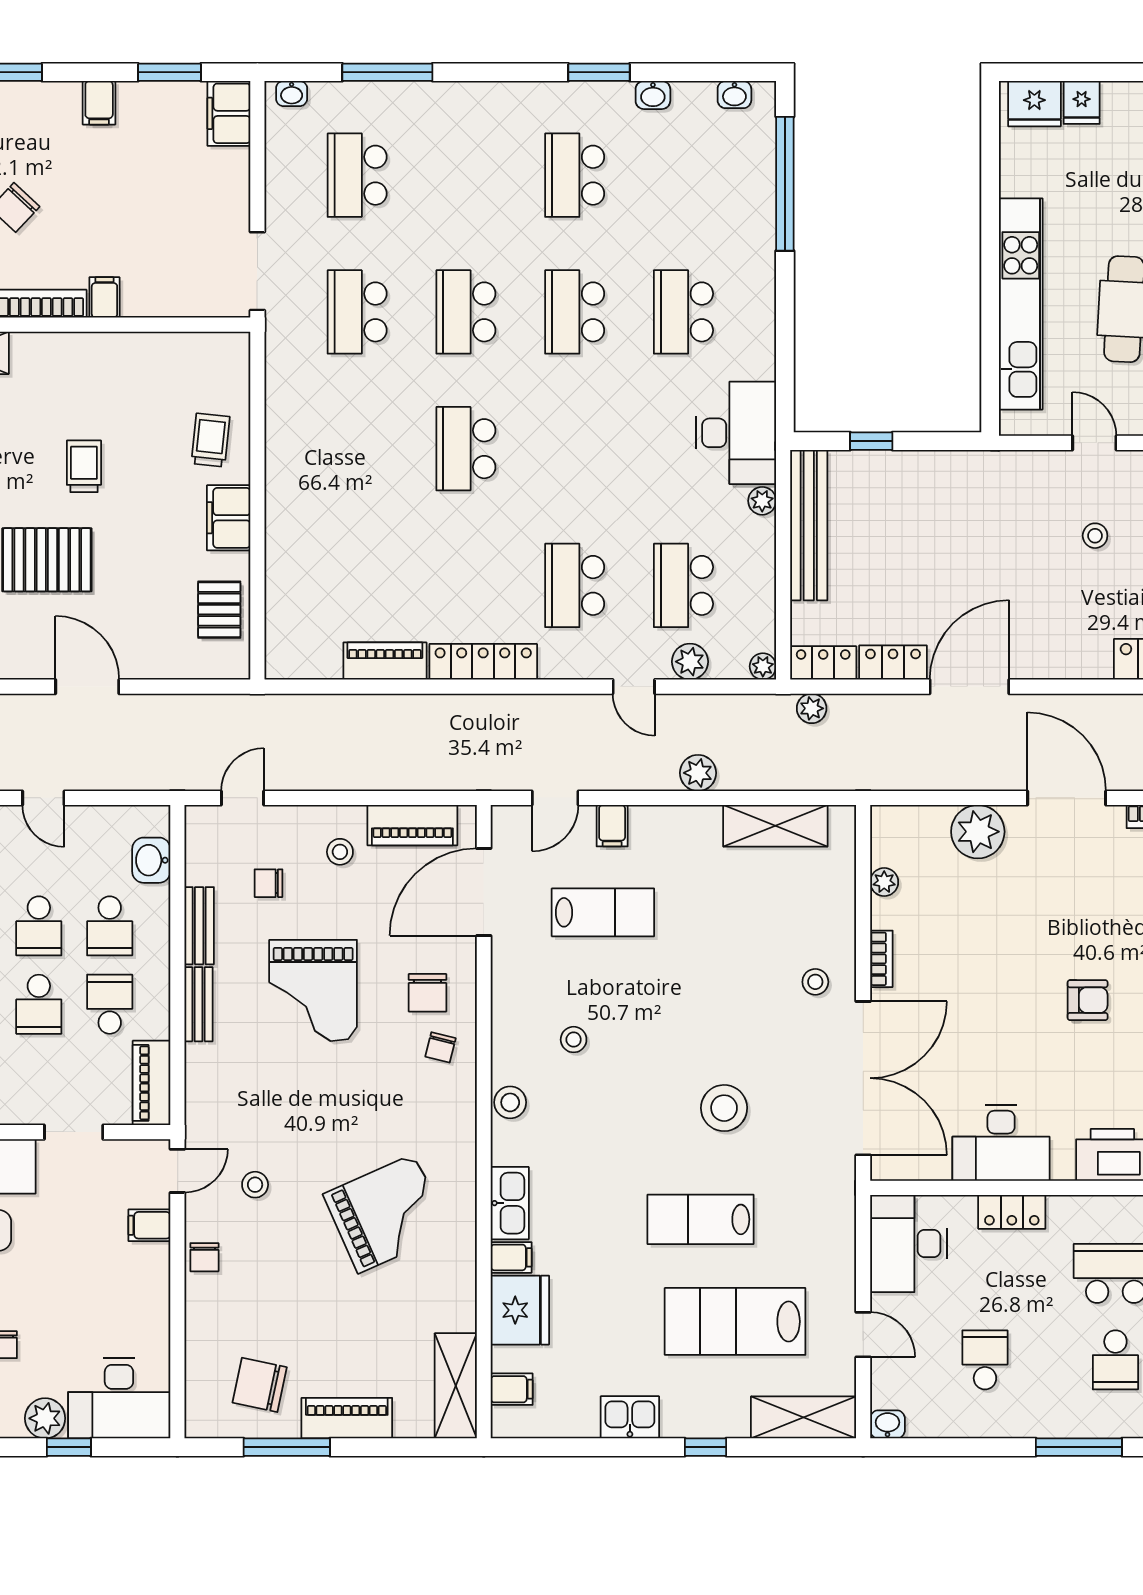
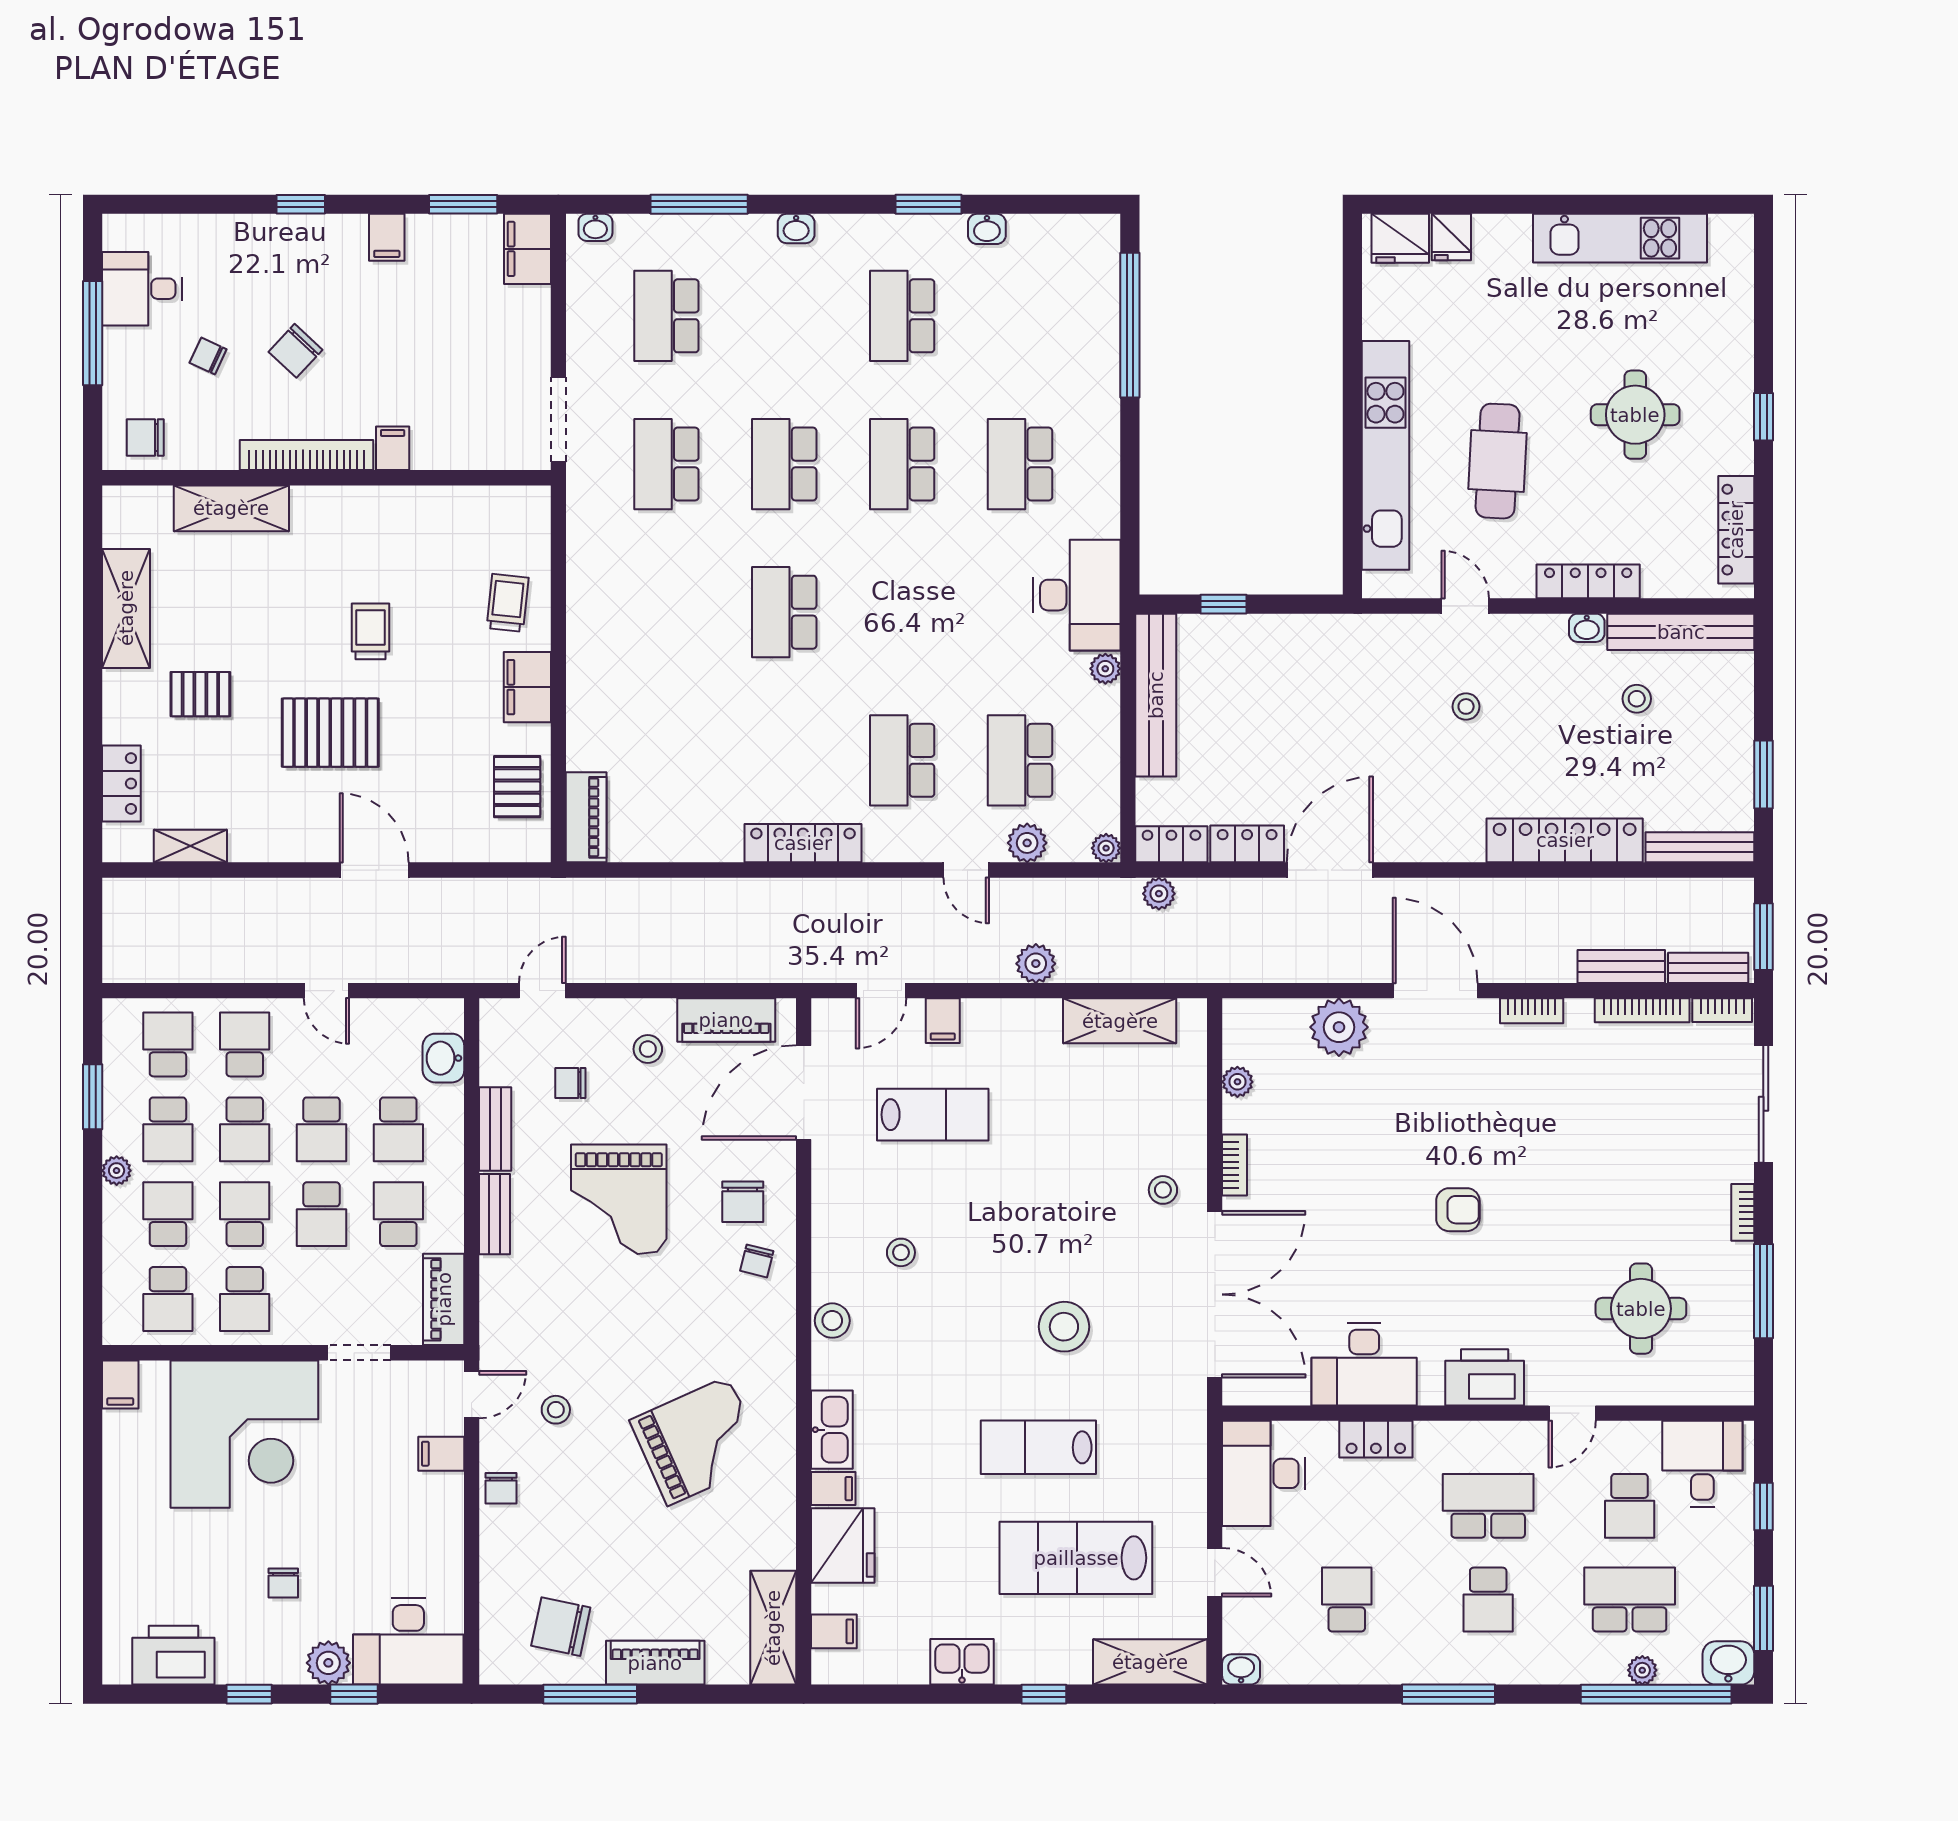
washbasin: (734, 95) -> (796, 229), moved
piano: (385, 661) -> (586, 817), moved, turned 90

